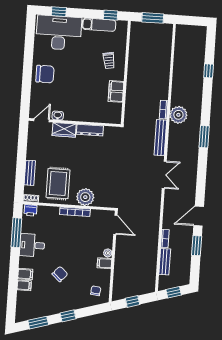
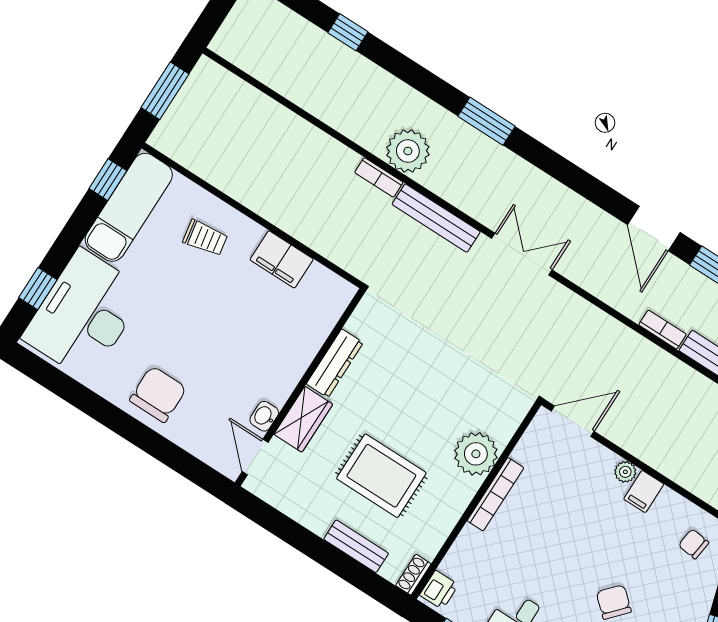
exam couch: (99, 25) -> (129, 207), width x1.36, depth x1.45
rug: (58, 184) -> (381, 476), moved

